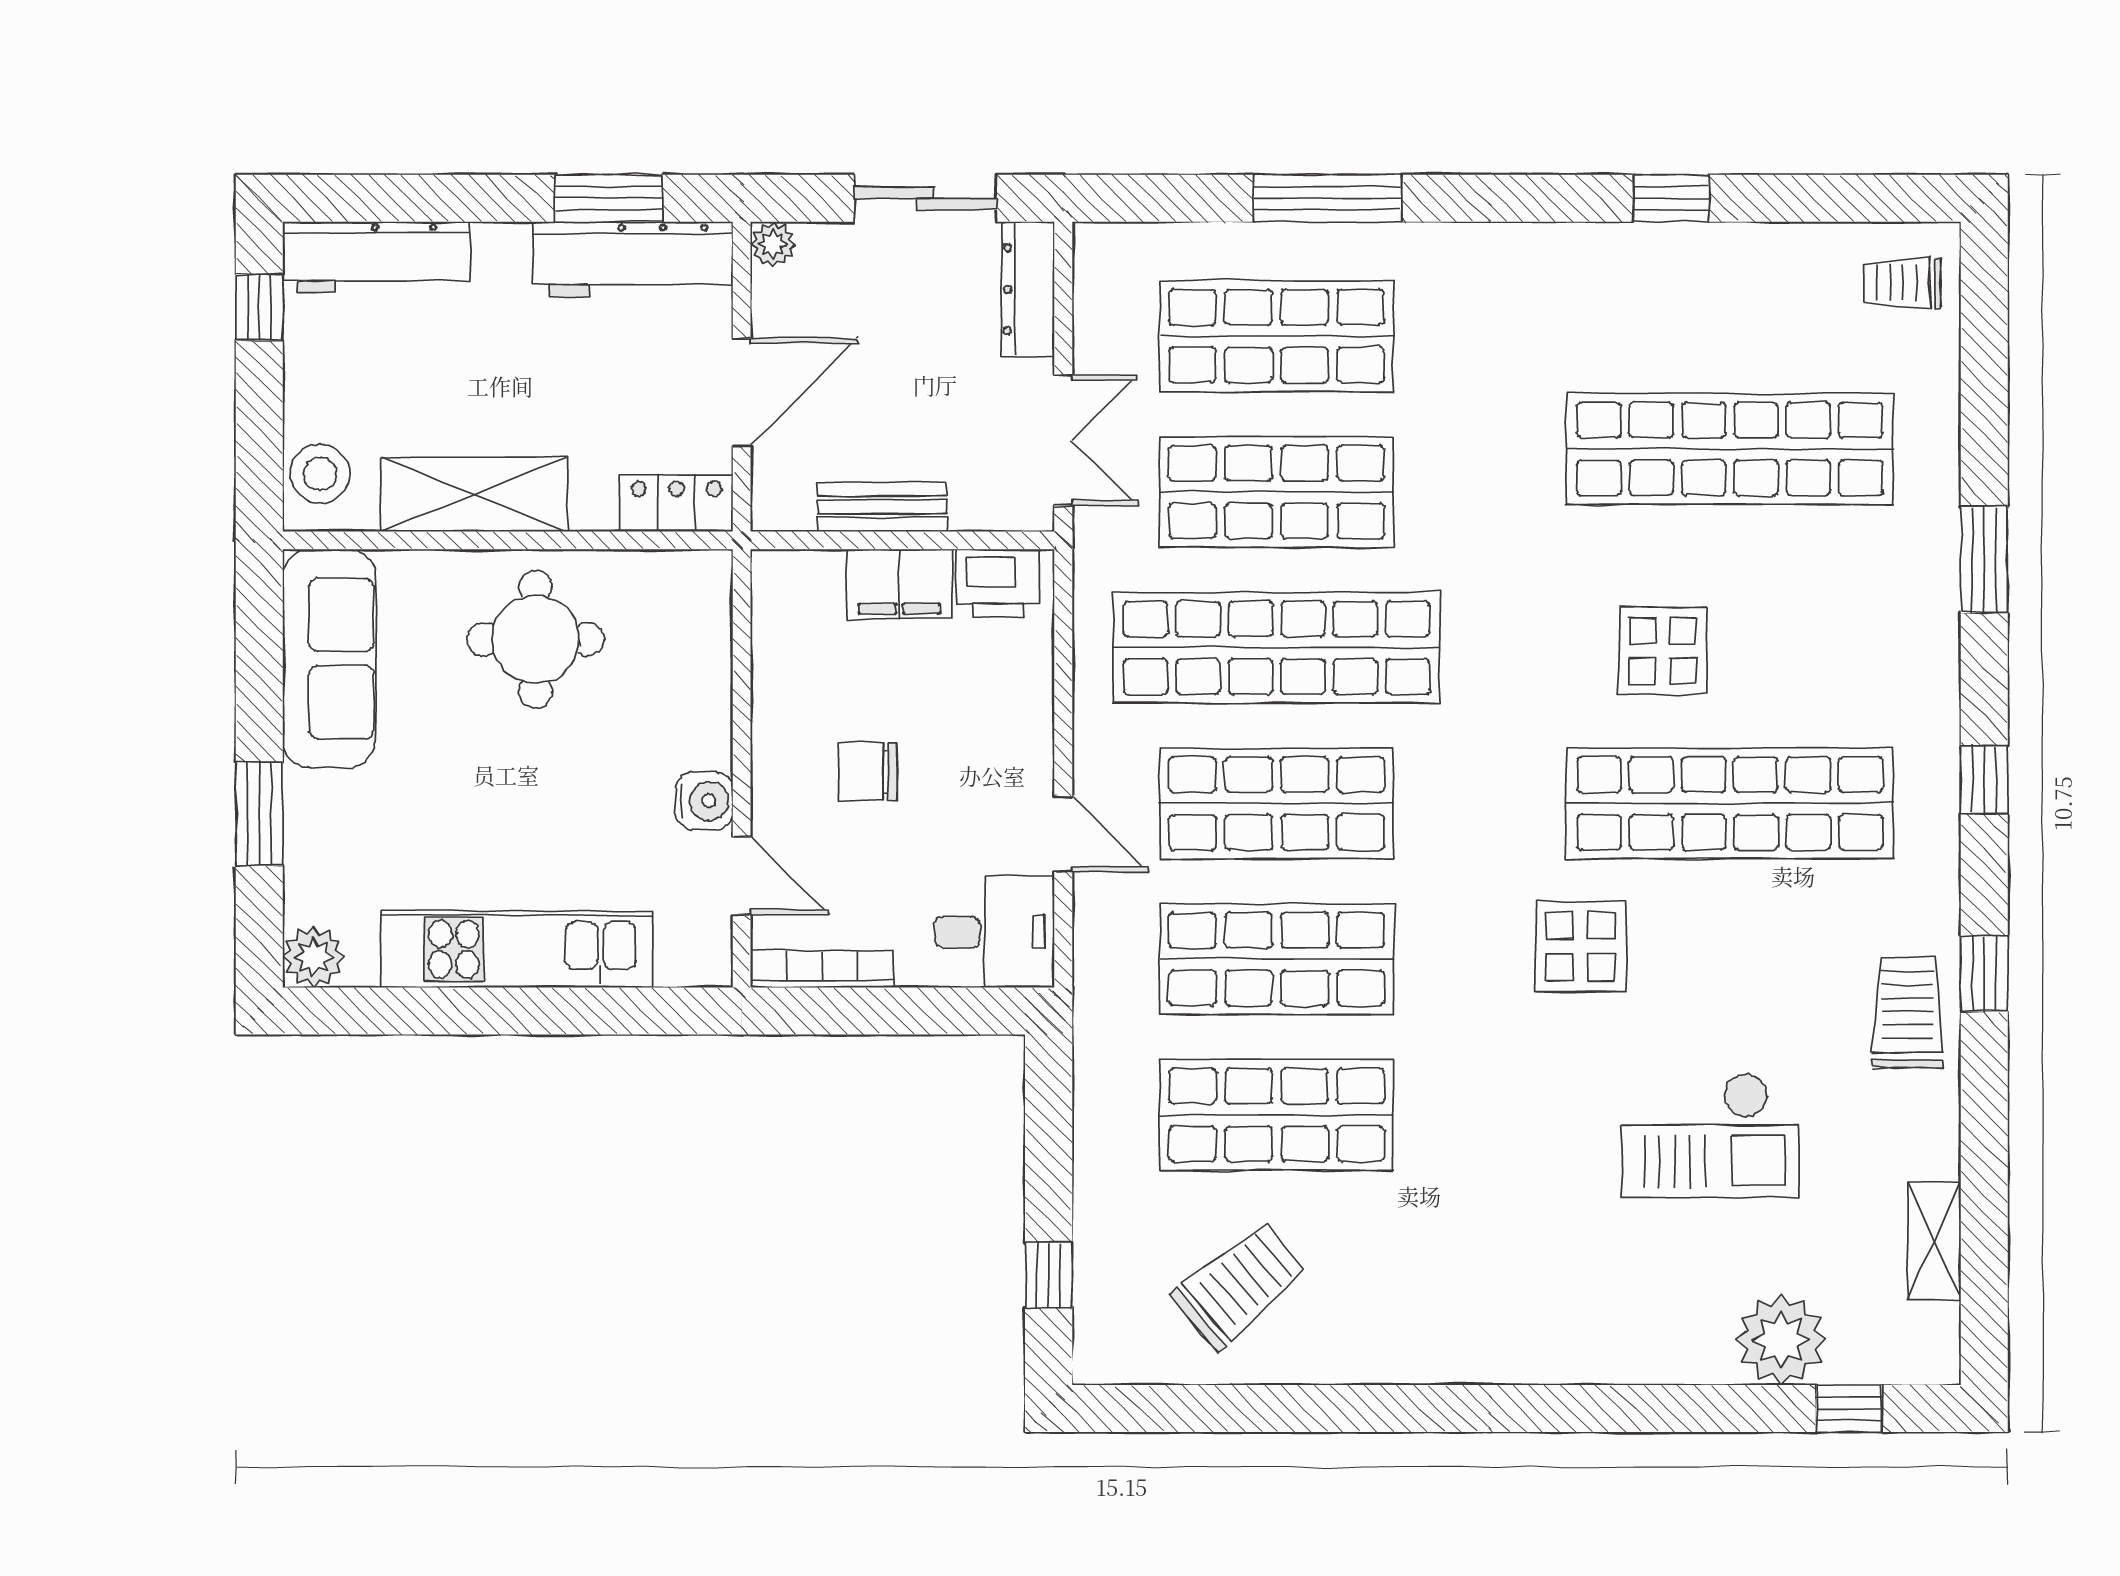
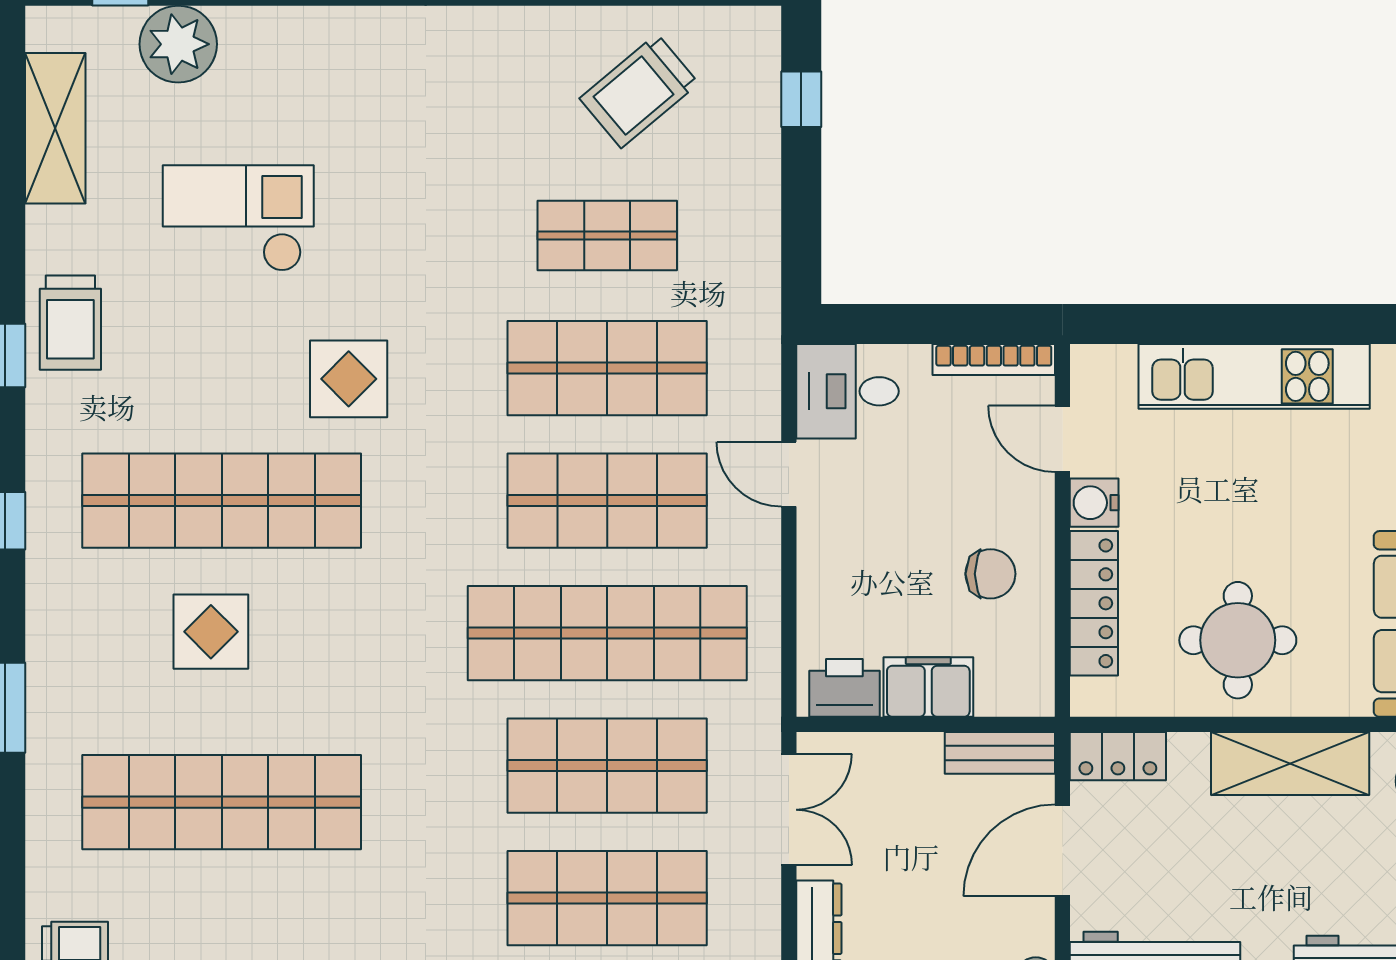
double door: (1063, 440) -> (789, 810), swing flipped
bench: (882, 507) -> (1000, 753), moved
display table: (1663, 651) -> (211, 632), moved
locker: (705, 683) -> (1094, 603), added
chair: (868, 772) -> (990, 574), moved
shop shelf: (1277, 1115) -> (607, 236), width x0.70, depth x0.74
shelving: (1934, 1241) -> (55, 128), width x1.50, depth x1.33

